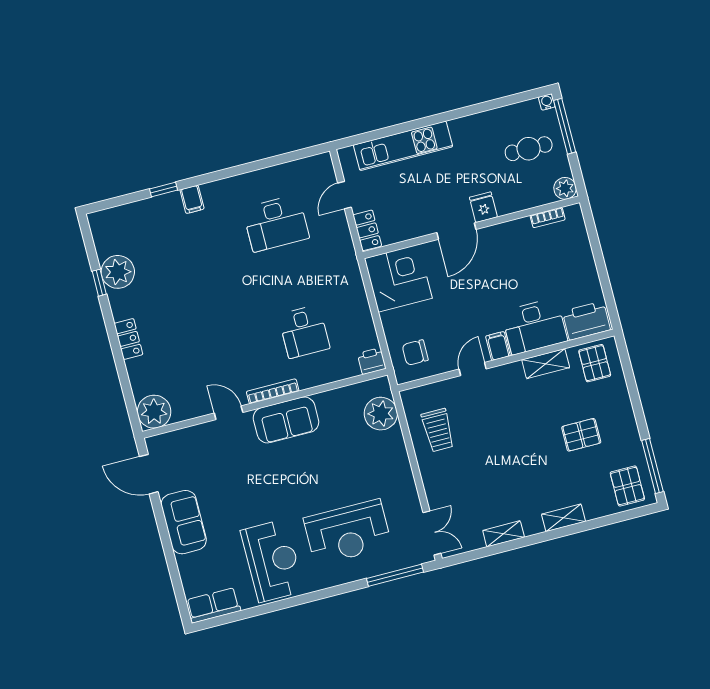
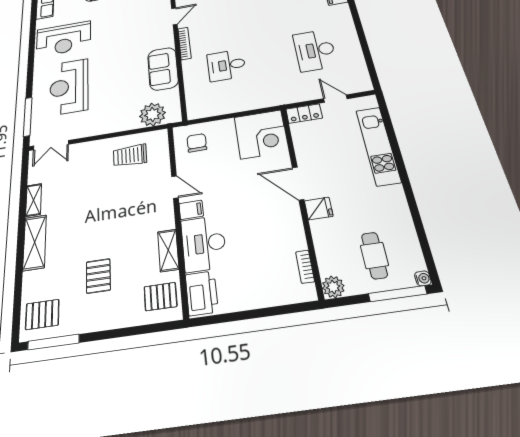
printer: (372, 361) -> (195, 110), removed
sofa: (286, 420) -> (163, 69), moved
shelving: (564, 518) -> (35, 242), width x1.50, depth x1.33

